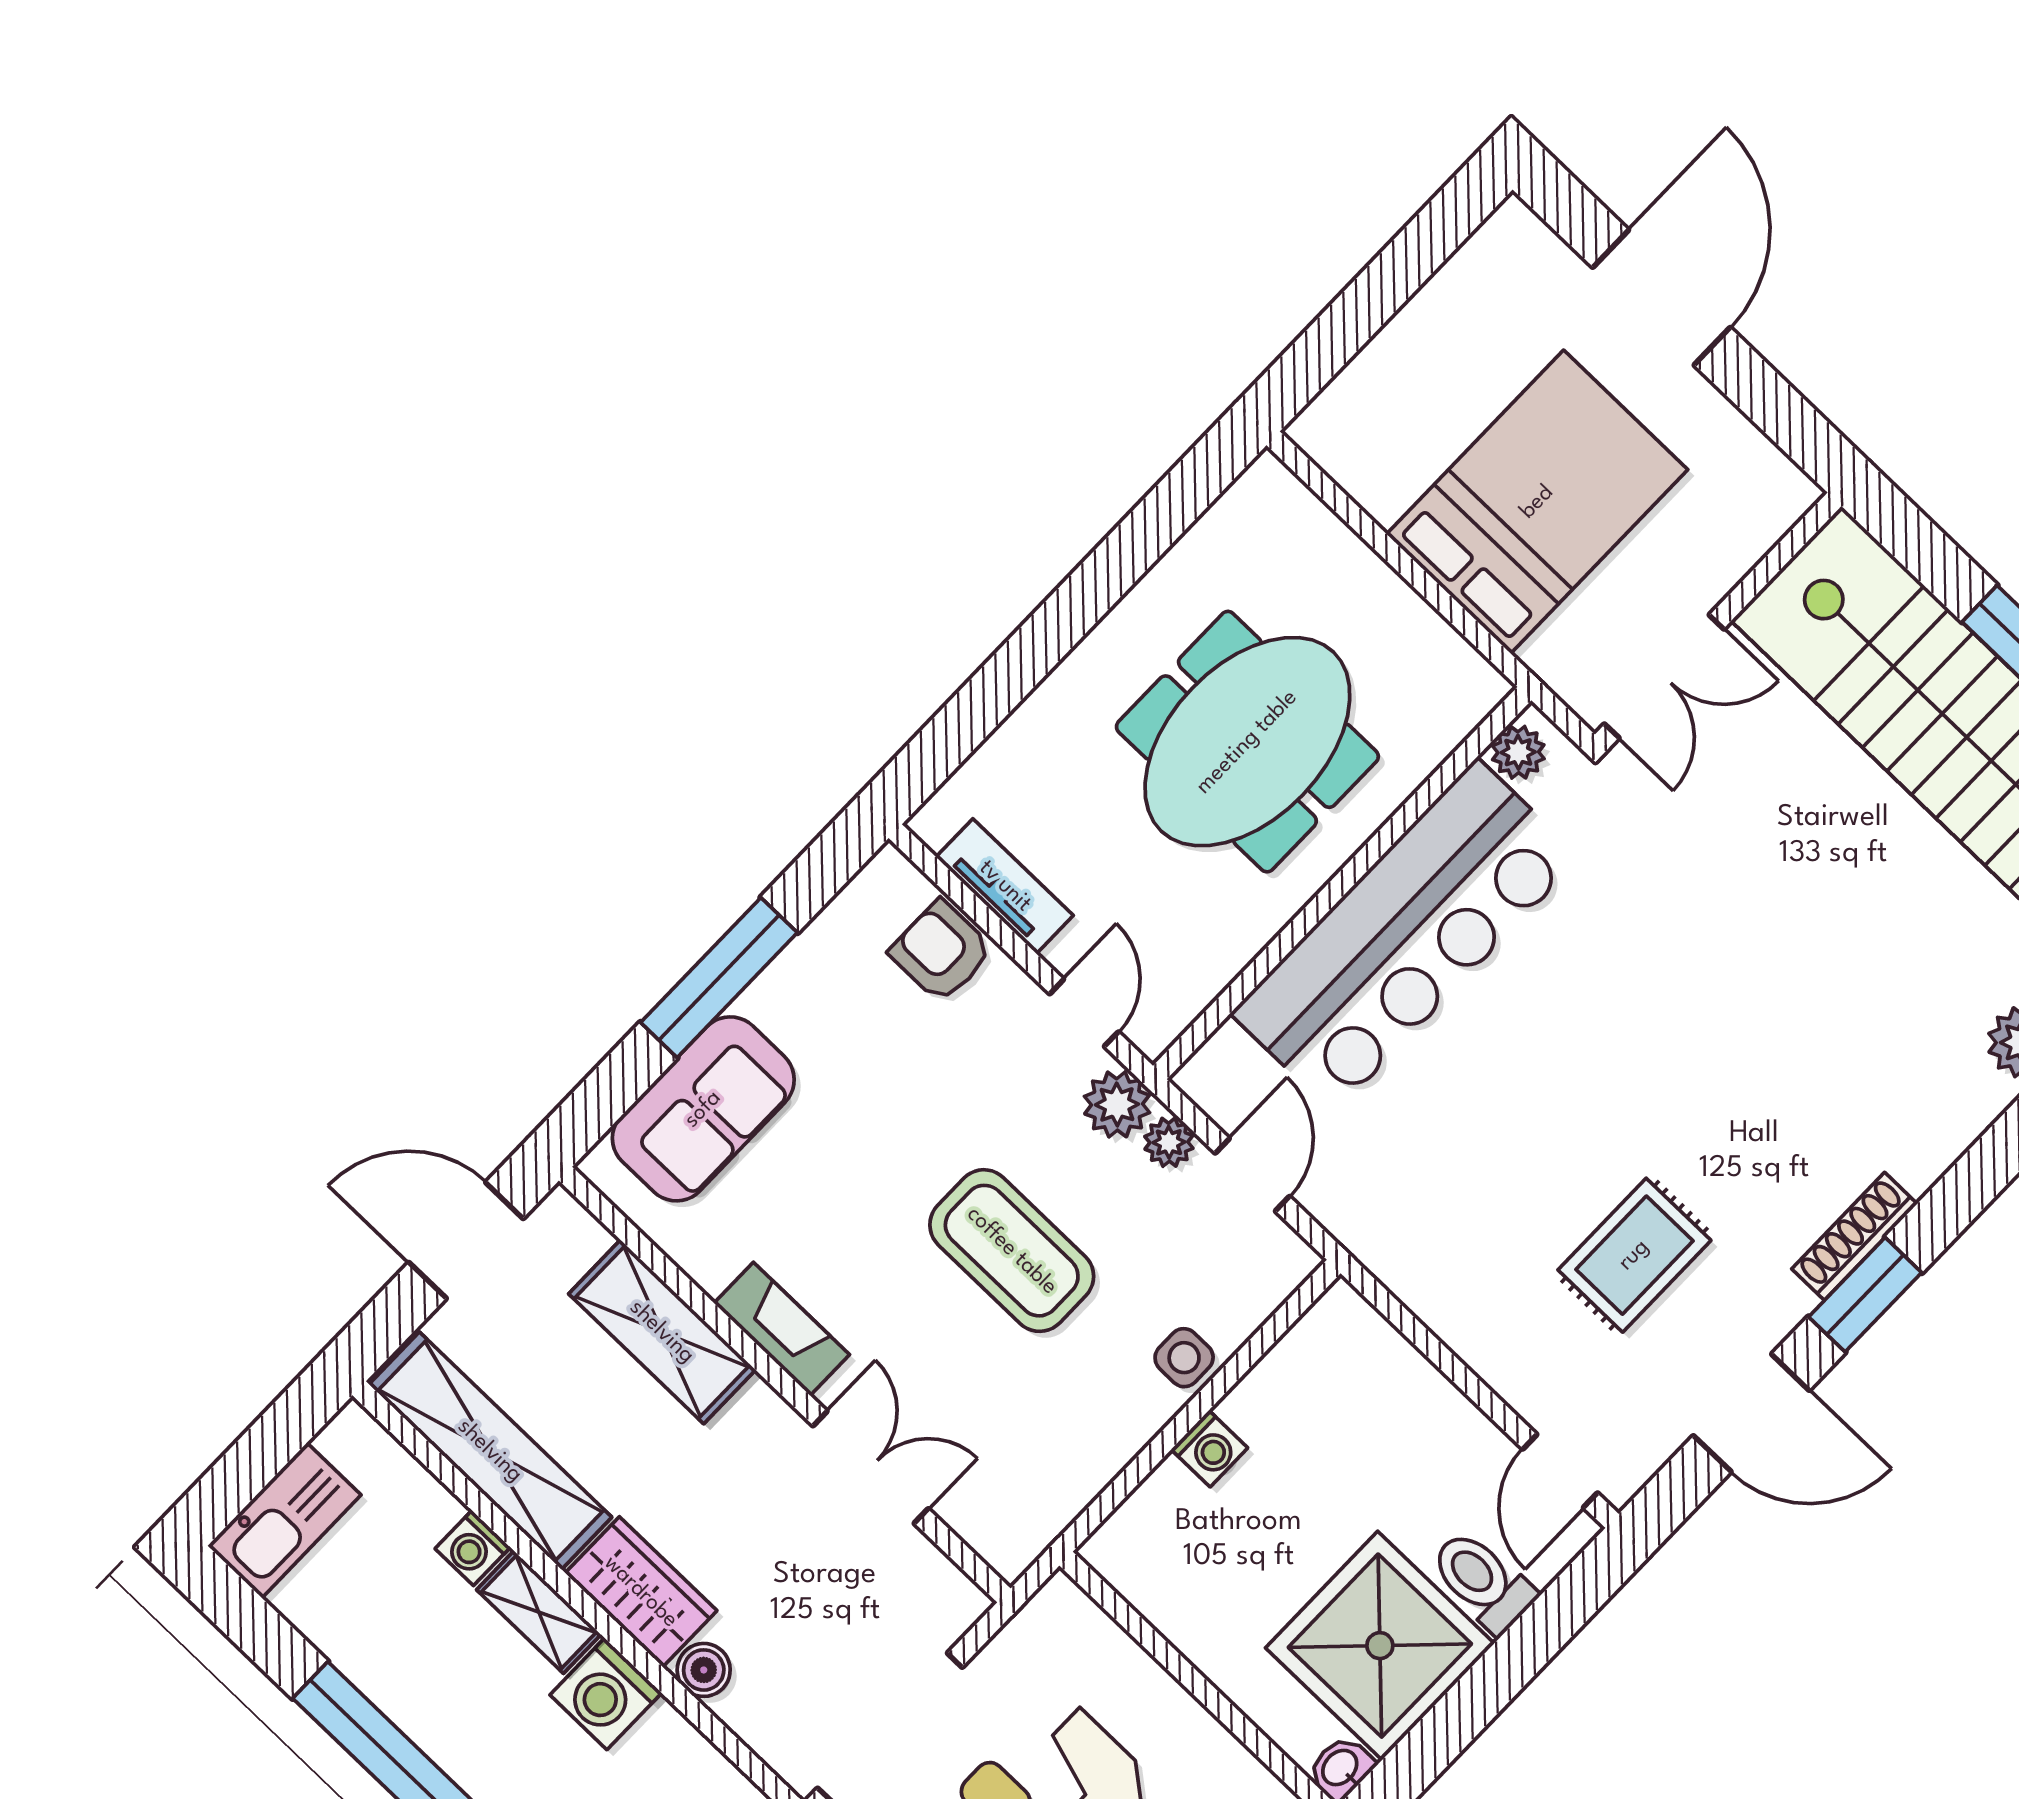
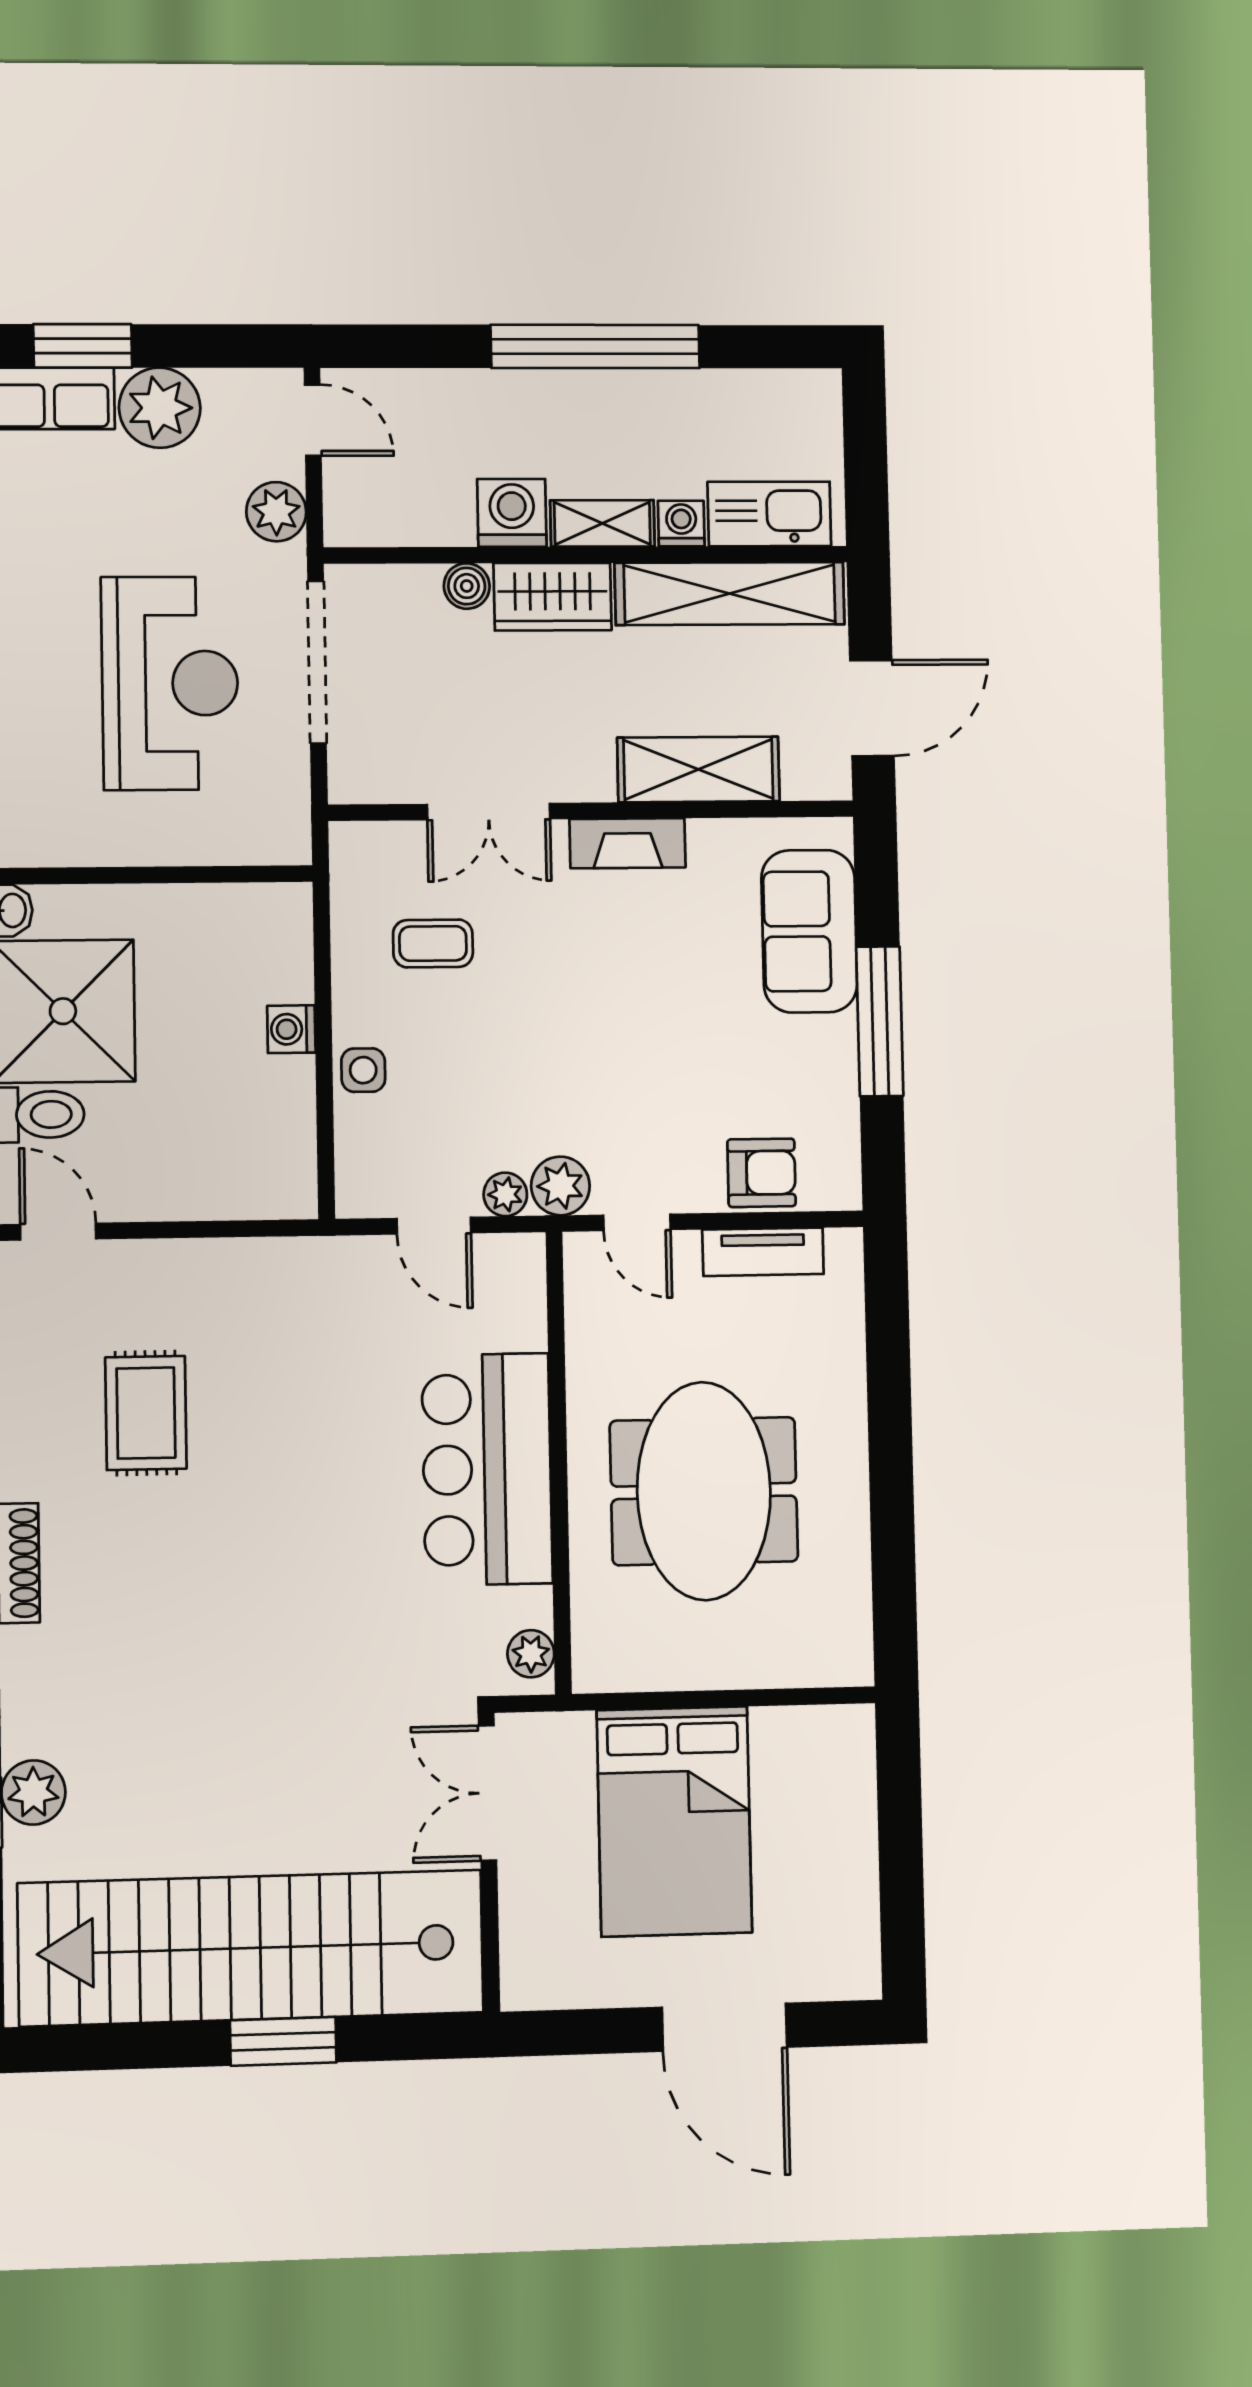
bar counter: (1406, 936) -> (487, 1469), width x0.73
coffee table: (1012, 1251) -> (433, 943), moved, width x0.54, depth x0.58
kitchen sink: (284, 1520) -> (769, 514), moved, turned 90

